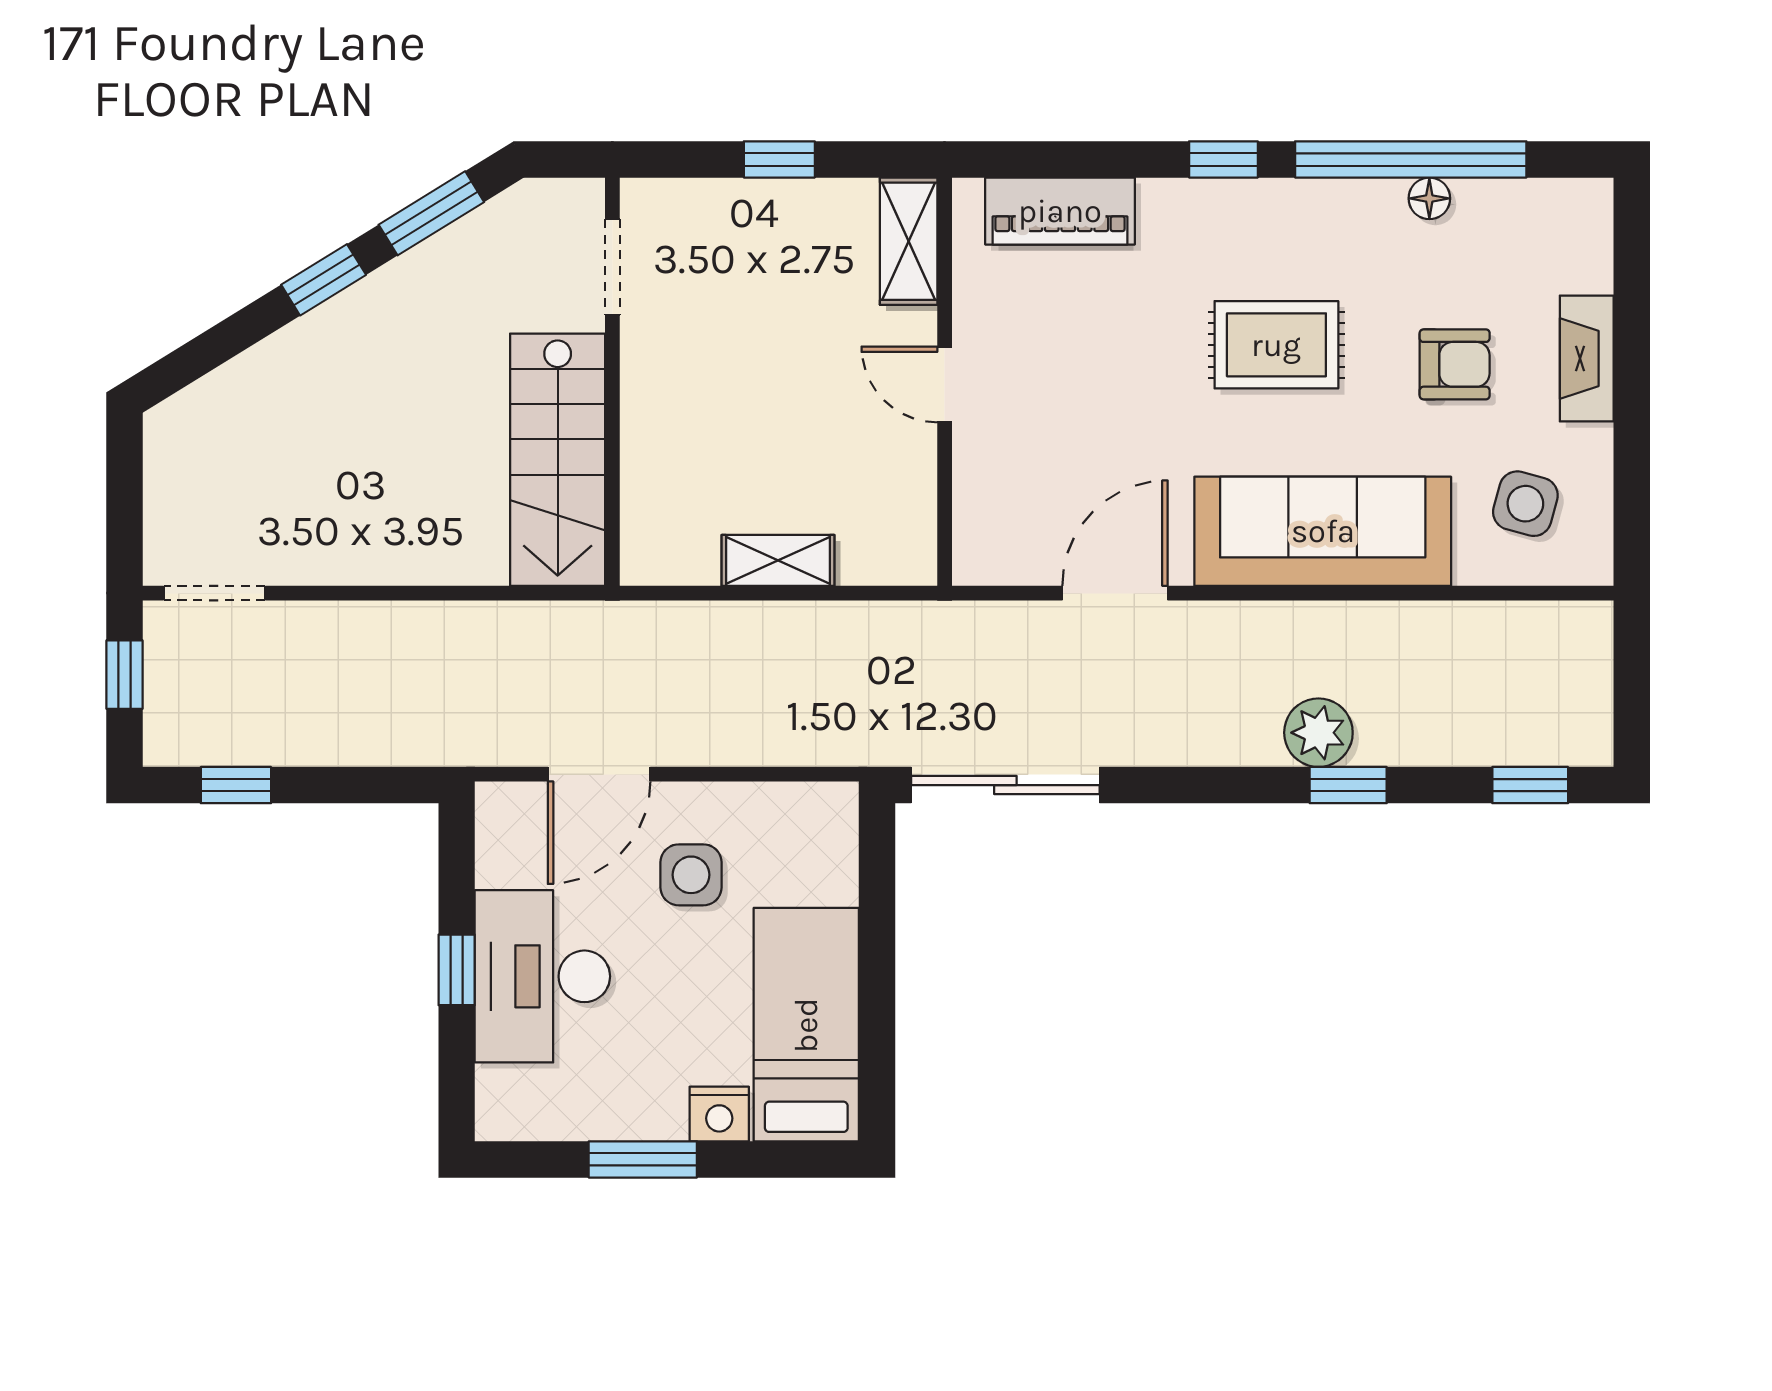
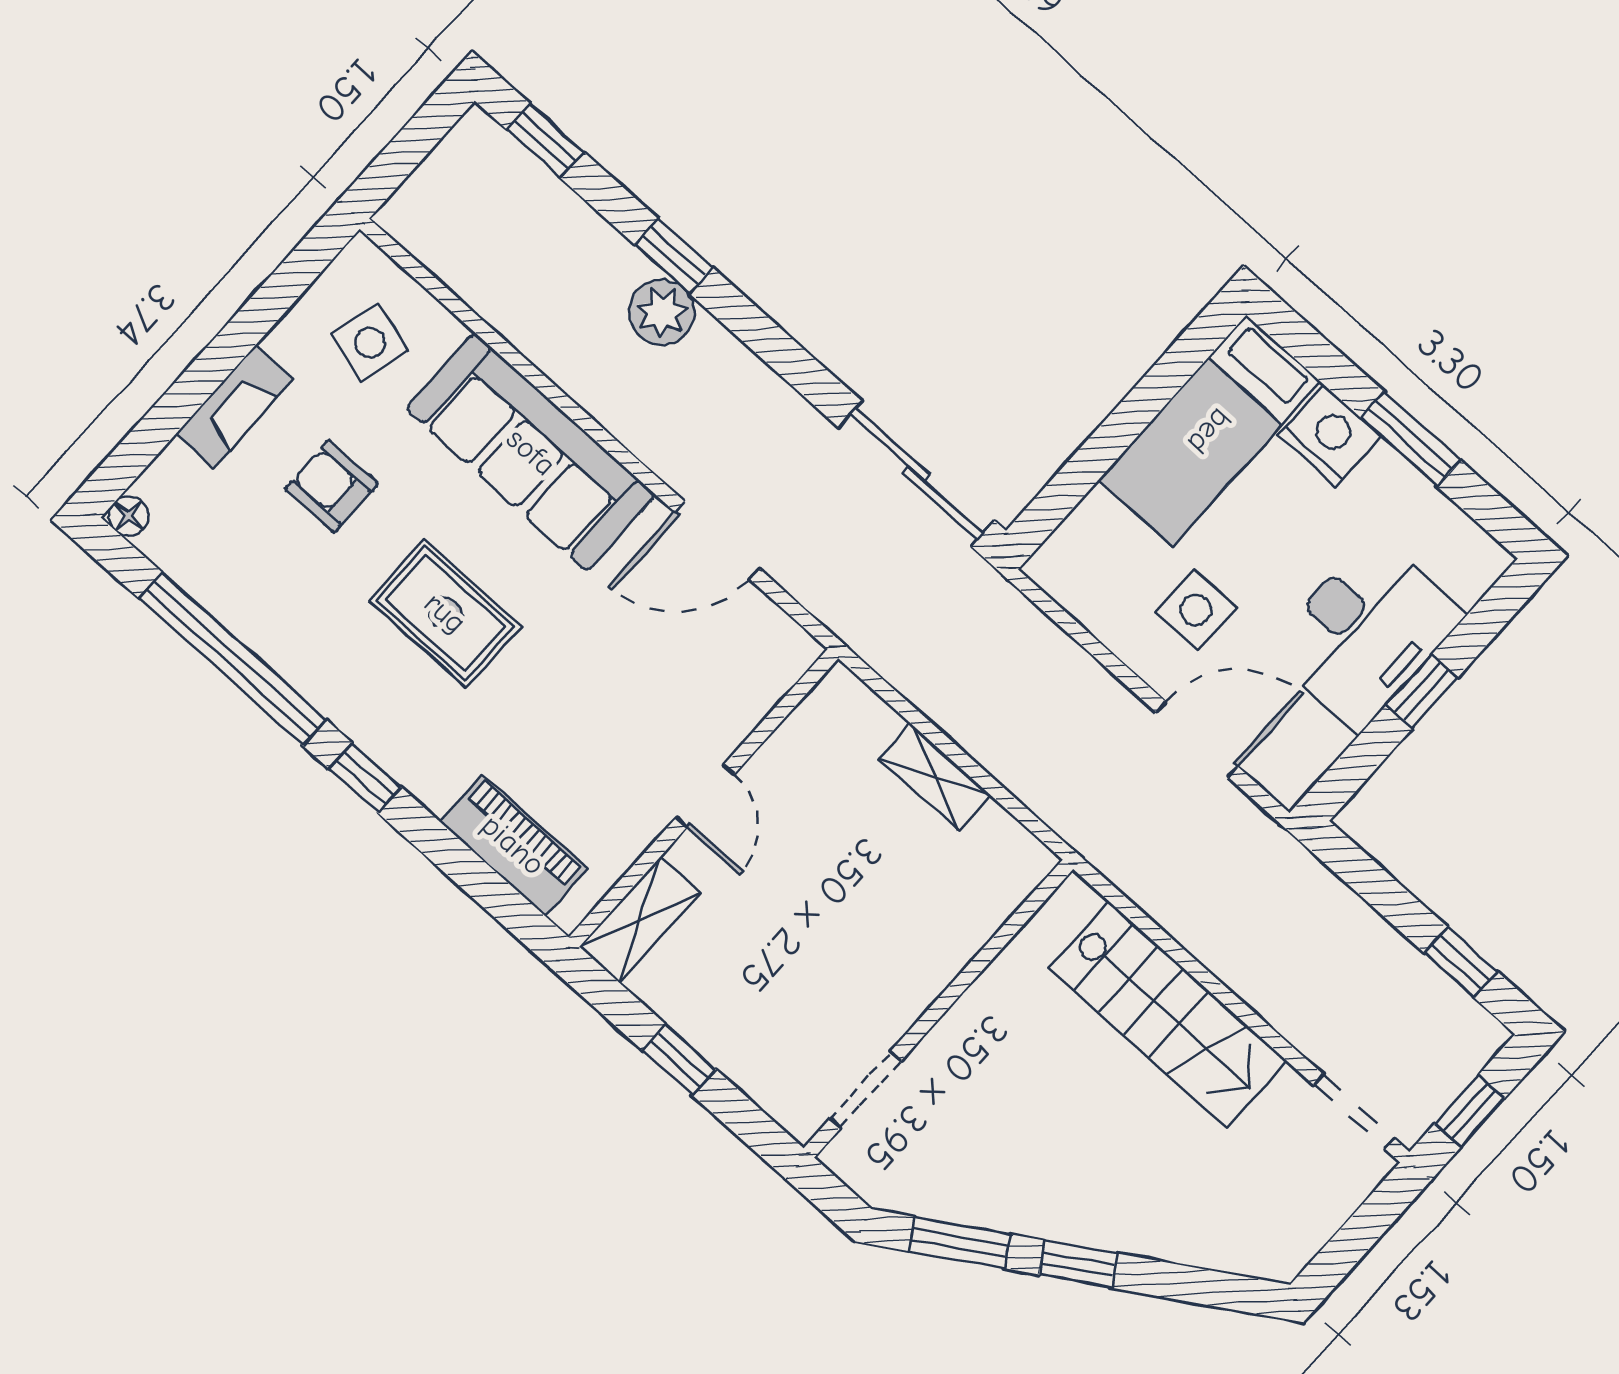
floor lamp: (1429, 198) -> (129, 516), moved
stairs: (558, 460) -> (1168, 1014), moved, turned 90
nightstand: (719, 1114) -> (1330, 436), width x1.36, depth x1.33

